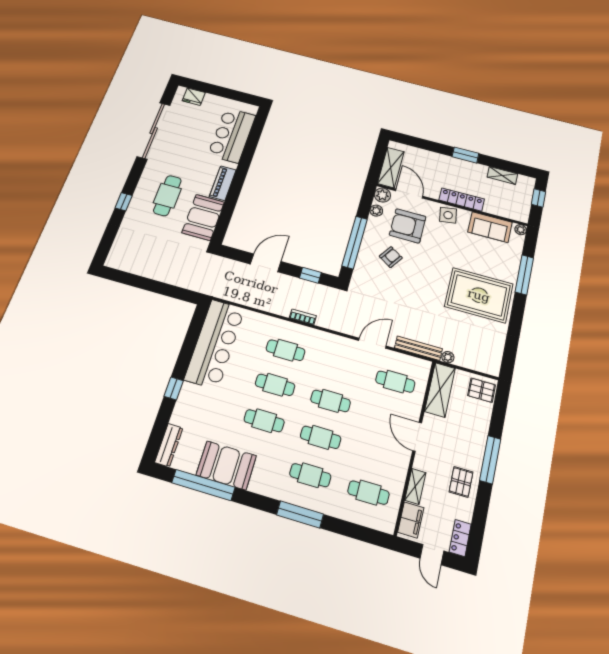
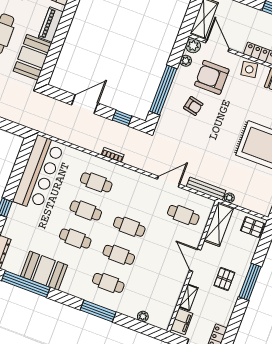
armchair: (391, 257) -> (193, 106), turned 69
pallet: (461, 482) -> (224, 279), moved
cafe table: (368, 493) -> (152, 299), removed
plant: (359, 517) -> (143, 316), added

